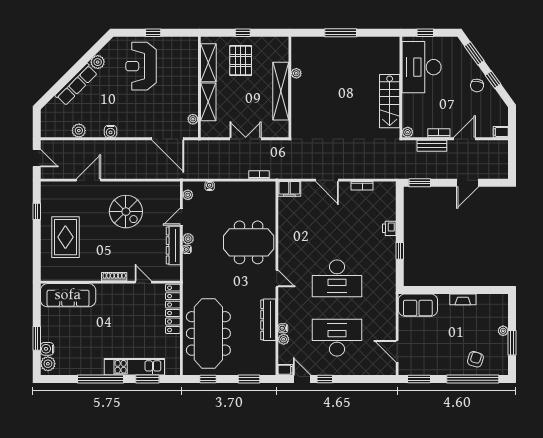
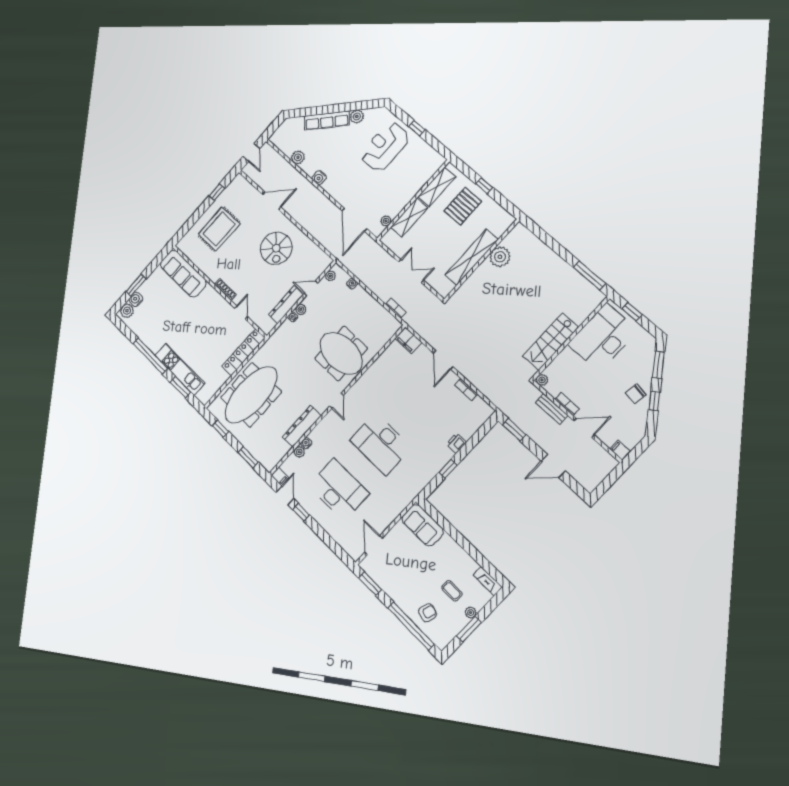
window: (341, 33) -> (590, 275), moved
plant: (296, 73) -> (500, 257), width x1.88, depth x1.88
fireplace: (463, 299) -> (488, 581), moved
coffee table: (478, 329) -> (452, 591), added

